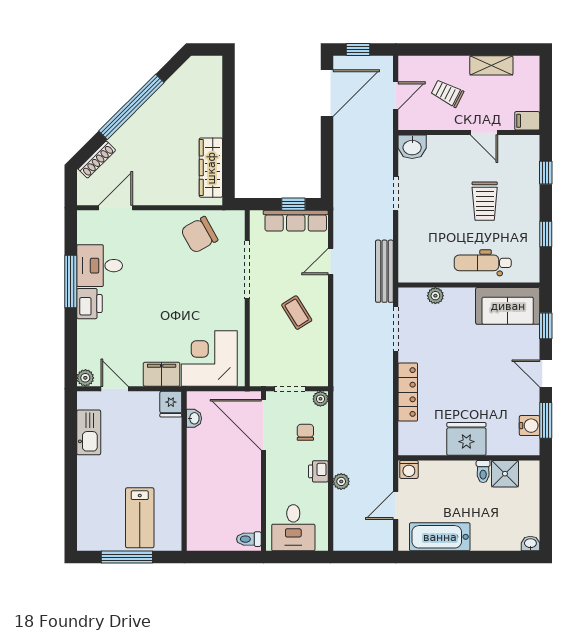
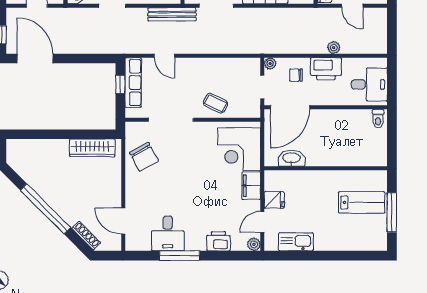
printer: (89, 304) -> (218, 241), moved
coffee table: (297, 313) -> (216, 103), moved, turned 58
fridge: (171, 404) -> (274, 200), moved
washbasin: (194, 418) -> (292, 158), width x1.91, depth x1.45
printer: (318, 471) -> (326, 69), width x1.87, depth x1.48

